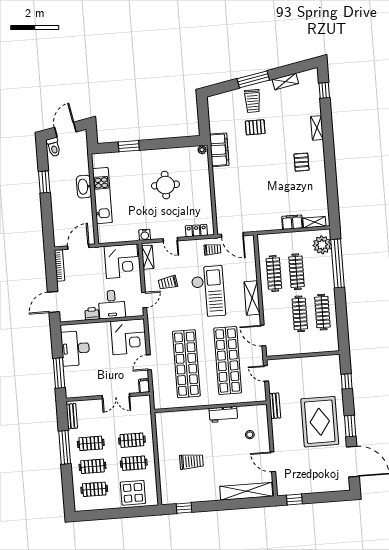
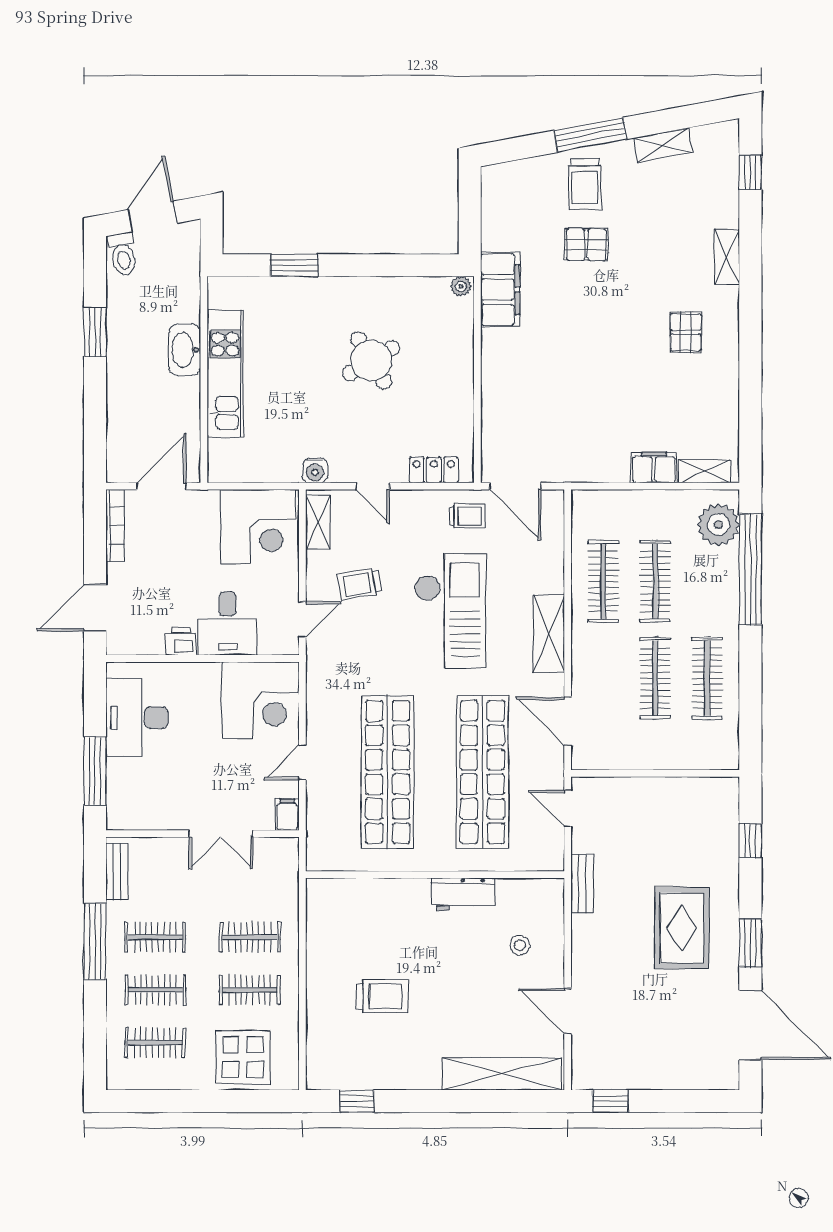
round table: (165, 185) -> (371, 361), turned -31
rug: (320, 422) -> (682, 928), width x0.73, depth x0.69

